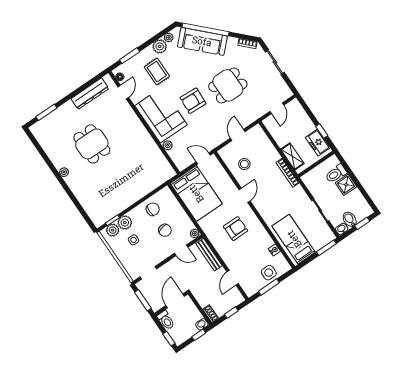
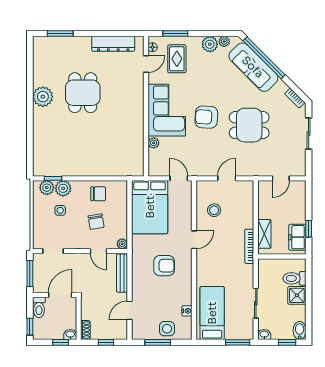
rug: (157, 72) -> (177, 59), moved
plant: (64, 172) -> (43, 97), width x1.87, depth x1.87
bidet: (350, 219) -> (300, 330), moved

